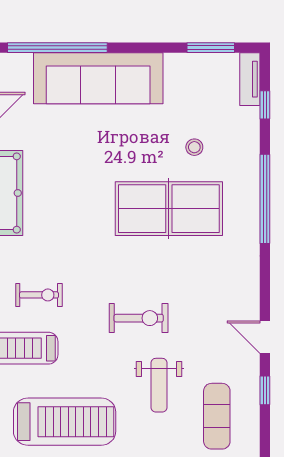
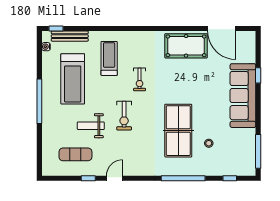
window: (57, 48) -> (258, 75), width x0.32
window: (211, 48) -> (258, 151), width x1.44
tv unit: (250, 79) -> (242, 171), removed
exercise bike: (39, 295) -> (140, 79), moved

